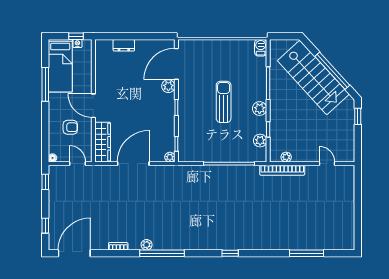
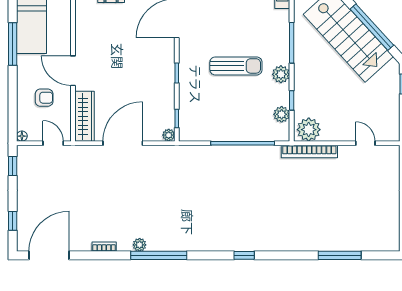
plant: (168, 86) -> (167, 46), removed
sun lounger: (224, 102) -> (236, 66), turned 90
plant: (286, 157) -> (309, 130), width x1.88, depth x1.88

